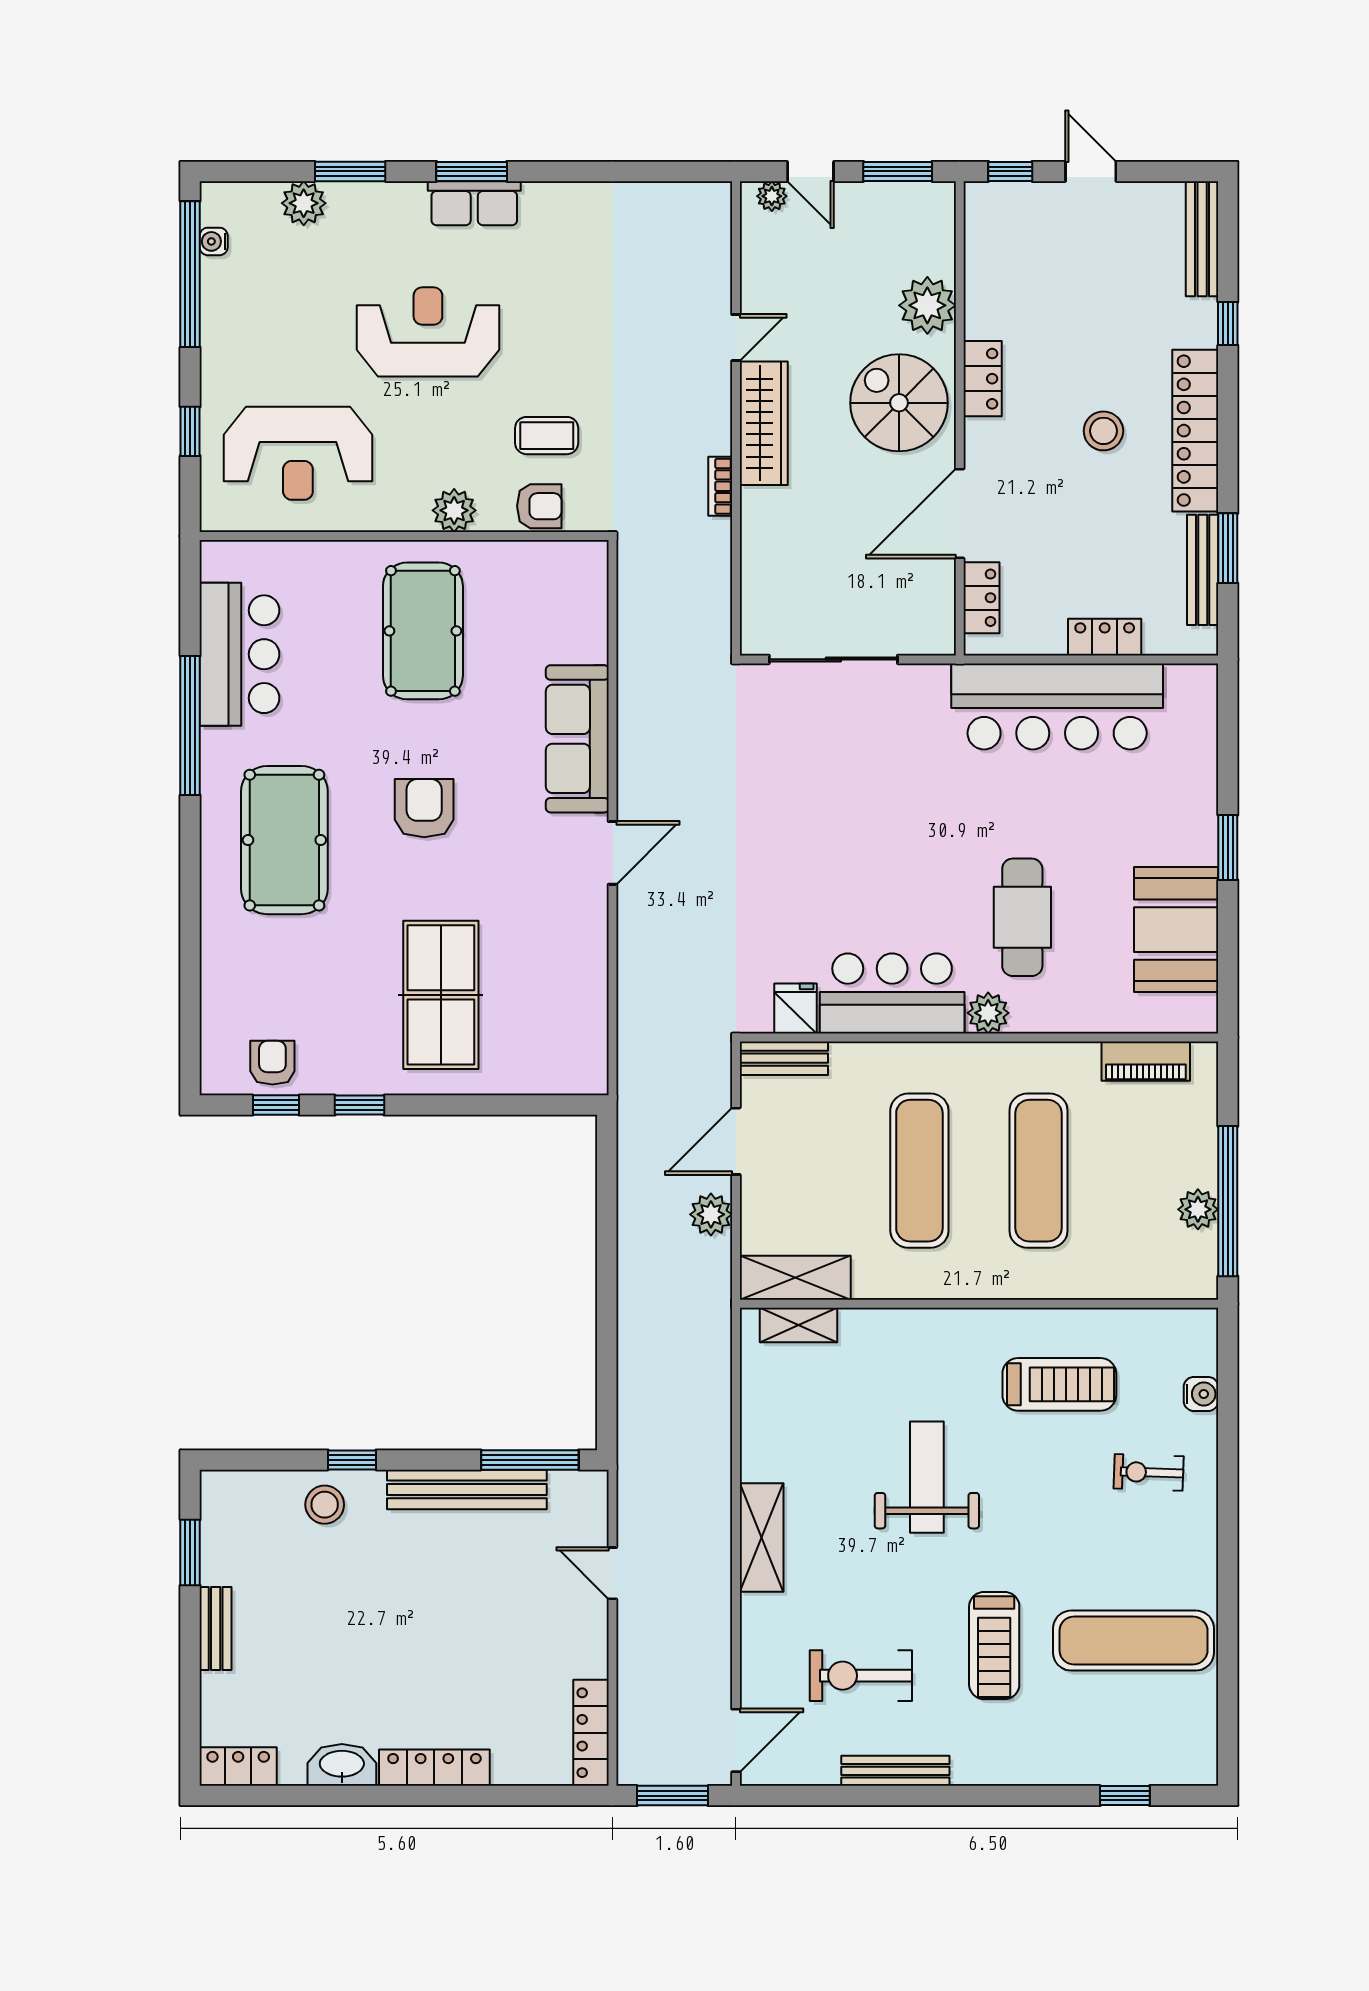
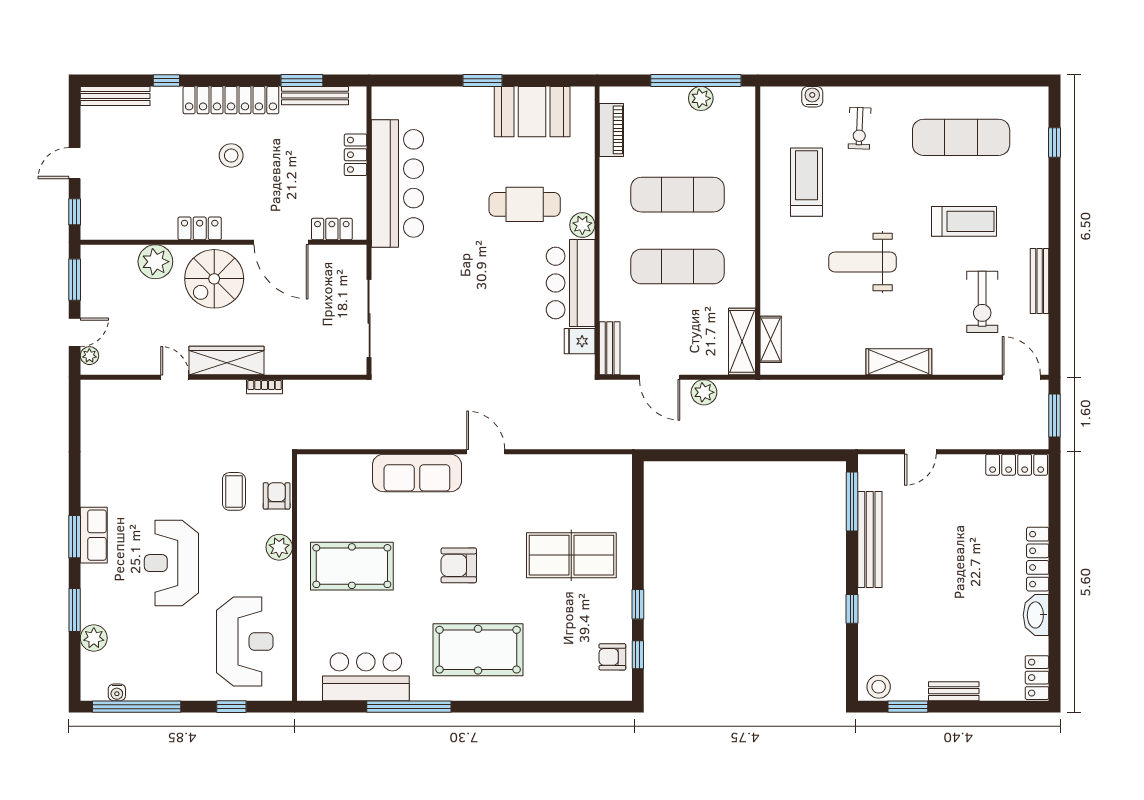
stool: (325, 1505) -> (879, 687), moved
exercise mat: (1134, 1641) -> (961, 137), turned 90

